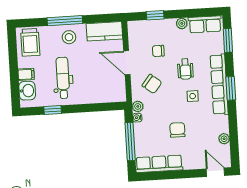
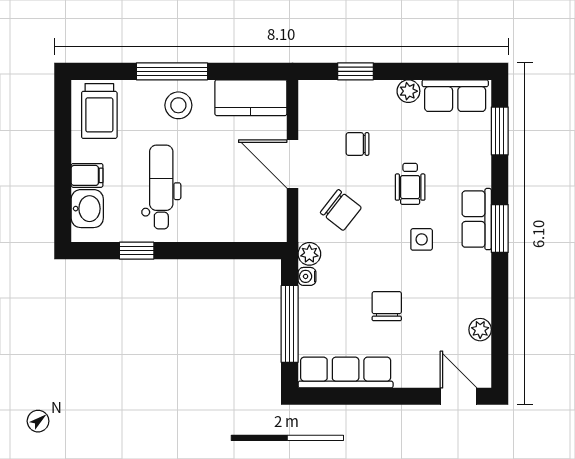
row of seats: (219, 84) -> (477, 219), width x0.50

